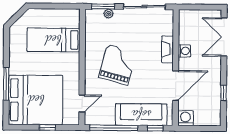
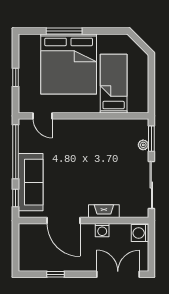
grand piano: (118, 65) -> (86, 156), removed
bed: (36, 100) -> (69, 64), moved
washing machine: (185, 118) -> (140, 233), moved, turned 180

